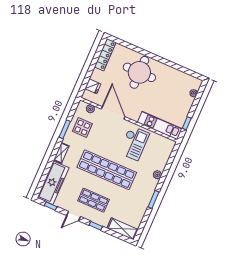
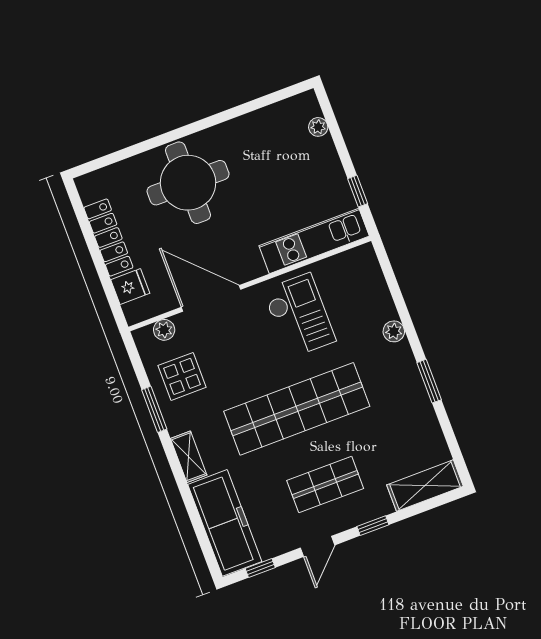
locker: (105, 55) -> (108, 238), moved

